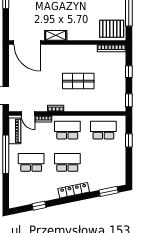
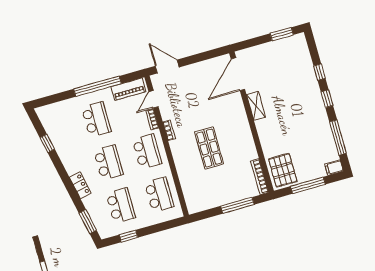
window: (129, 72) -> (237, 205), width x2.17
window: (129, 100) -> (203, 215), removed
window: (129, 140) -> (128, 236), moved
school desk: (103, 162) -> (121, 206), added
locker: (74, 190) -> (80, 185), width x0.66

